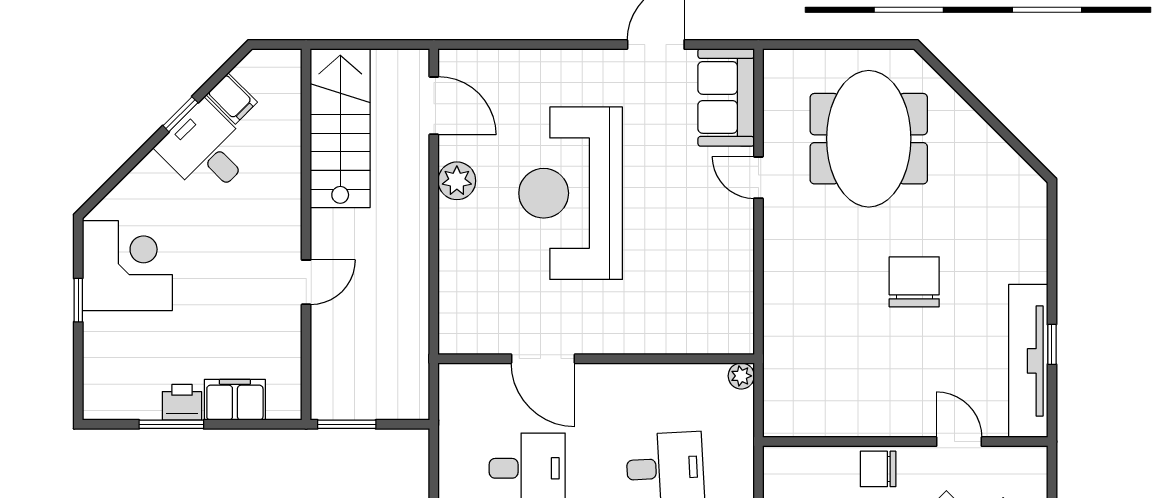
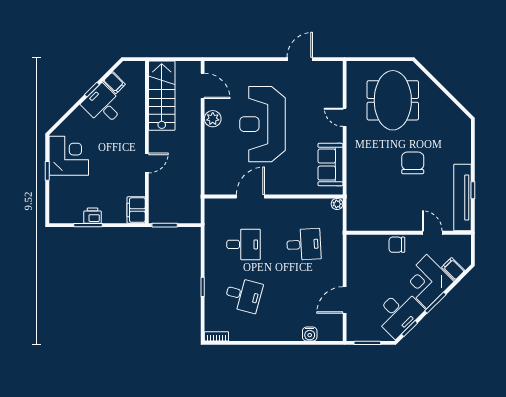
sofa: (726, 97) -> (330, 165), moved
door: (543, 359) -> (250, 197), swing flipped
filing cabinet: (235, 400) -> (136, 210), moved, turned -90

